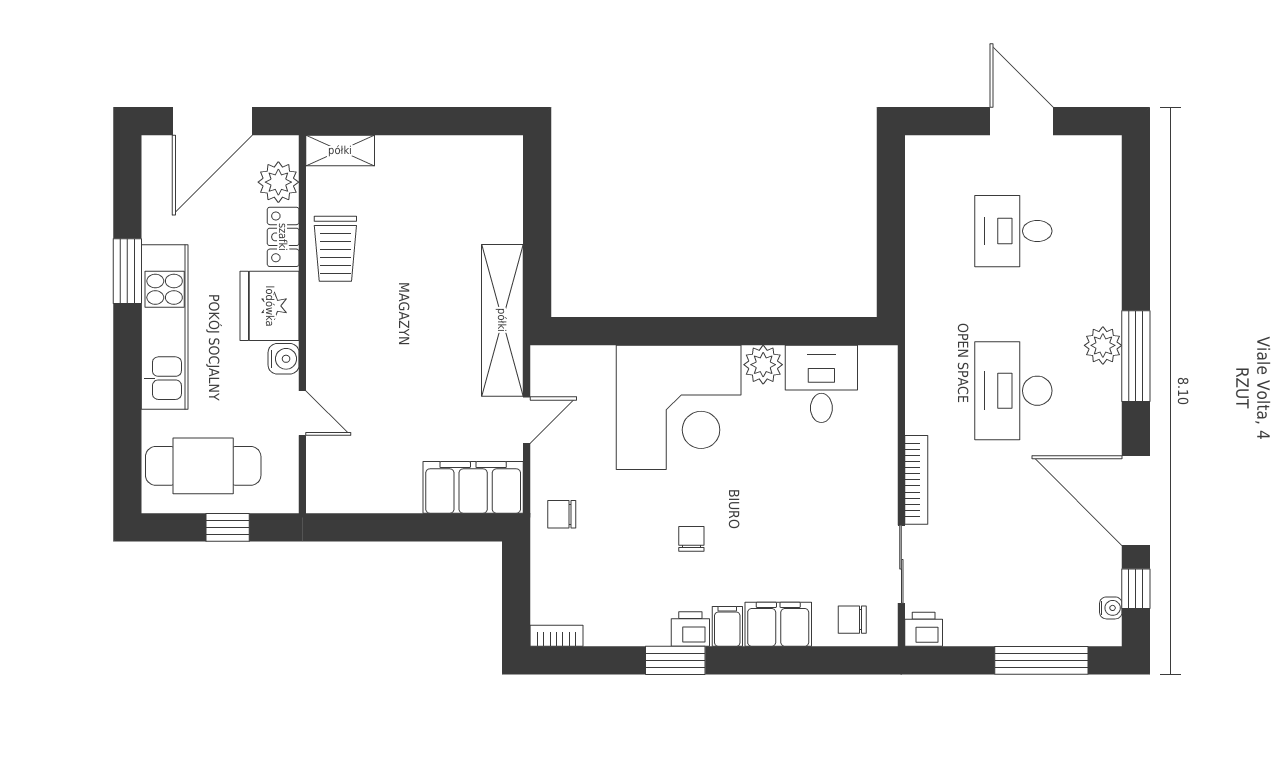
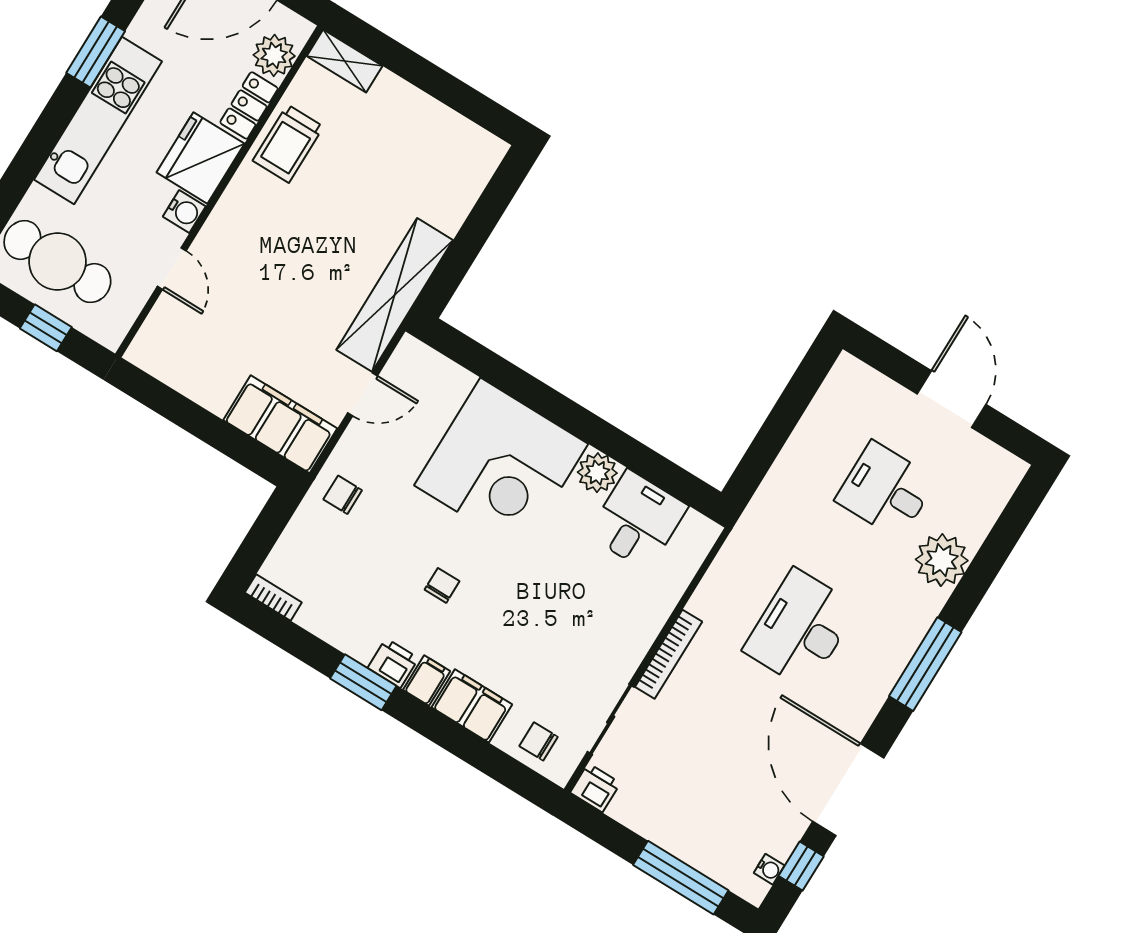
plant: (1103, 345) -> (942, 560), moved, width x1.36, depth x1.36

